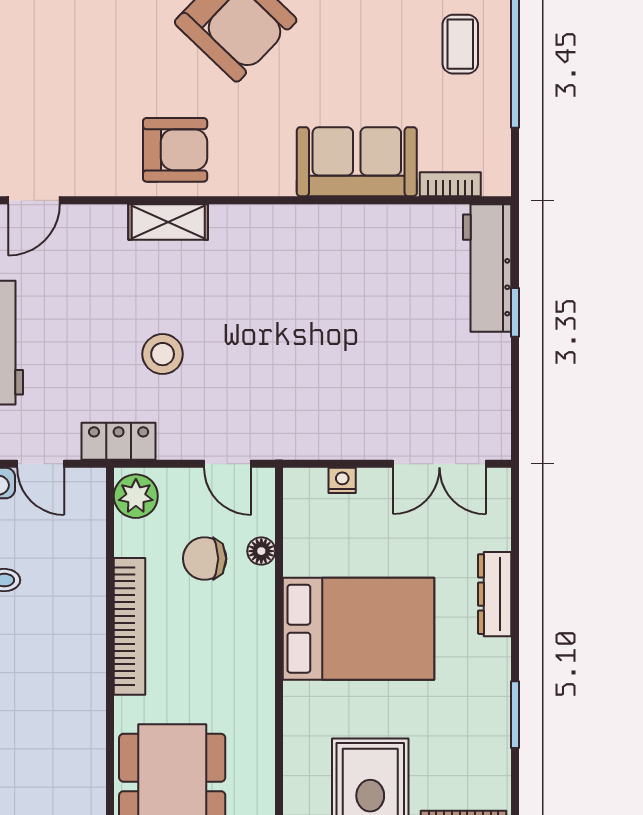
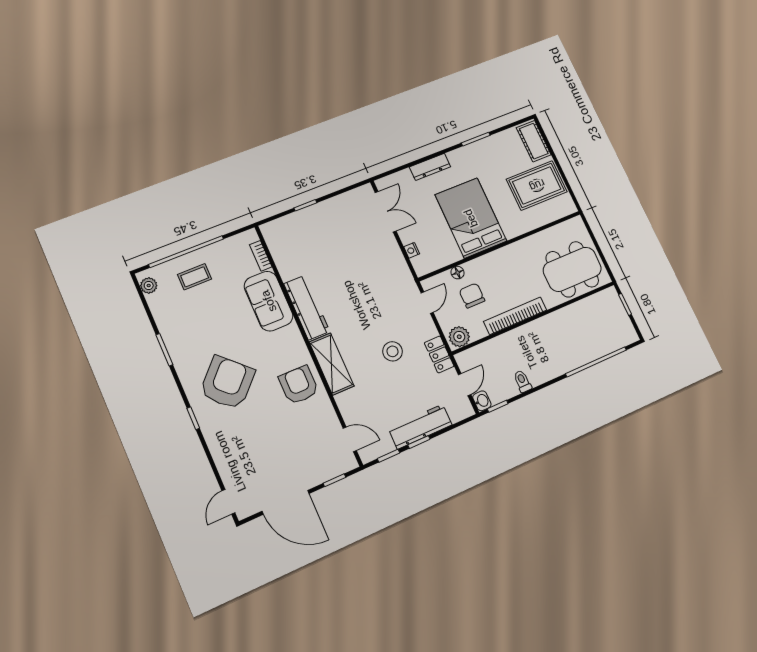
shelving: (168, 222) -> (332, 364), width x1.50, depth x1.33
workbench: (487, 268) -> (307, 307), moved, turned -90
chair: (205, 559) -> (472, 296), turned 180

